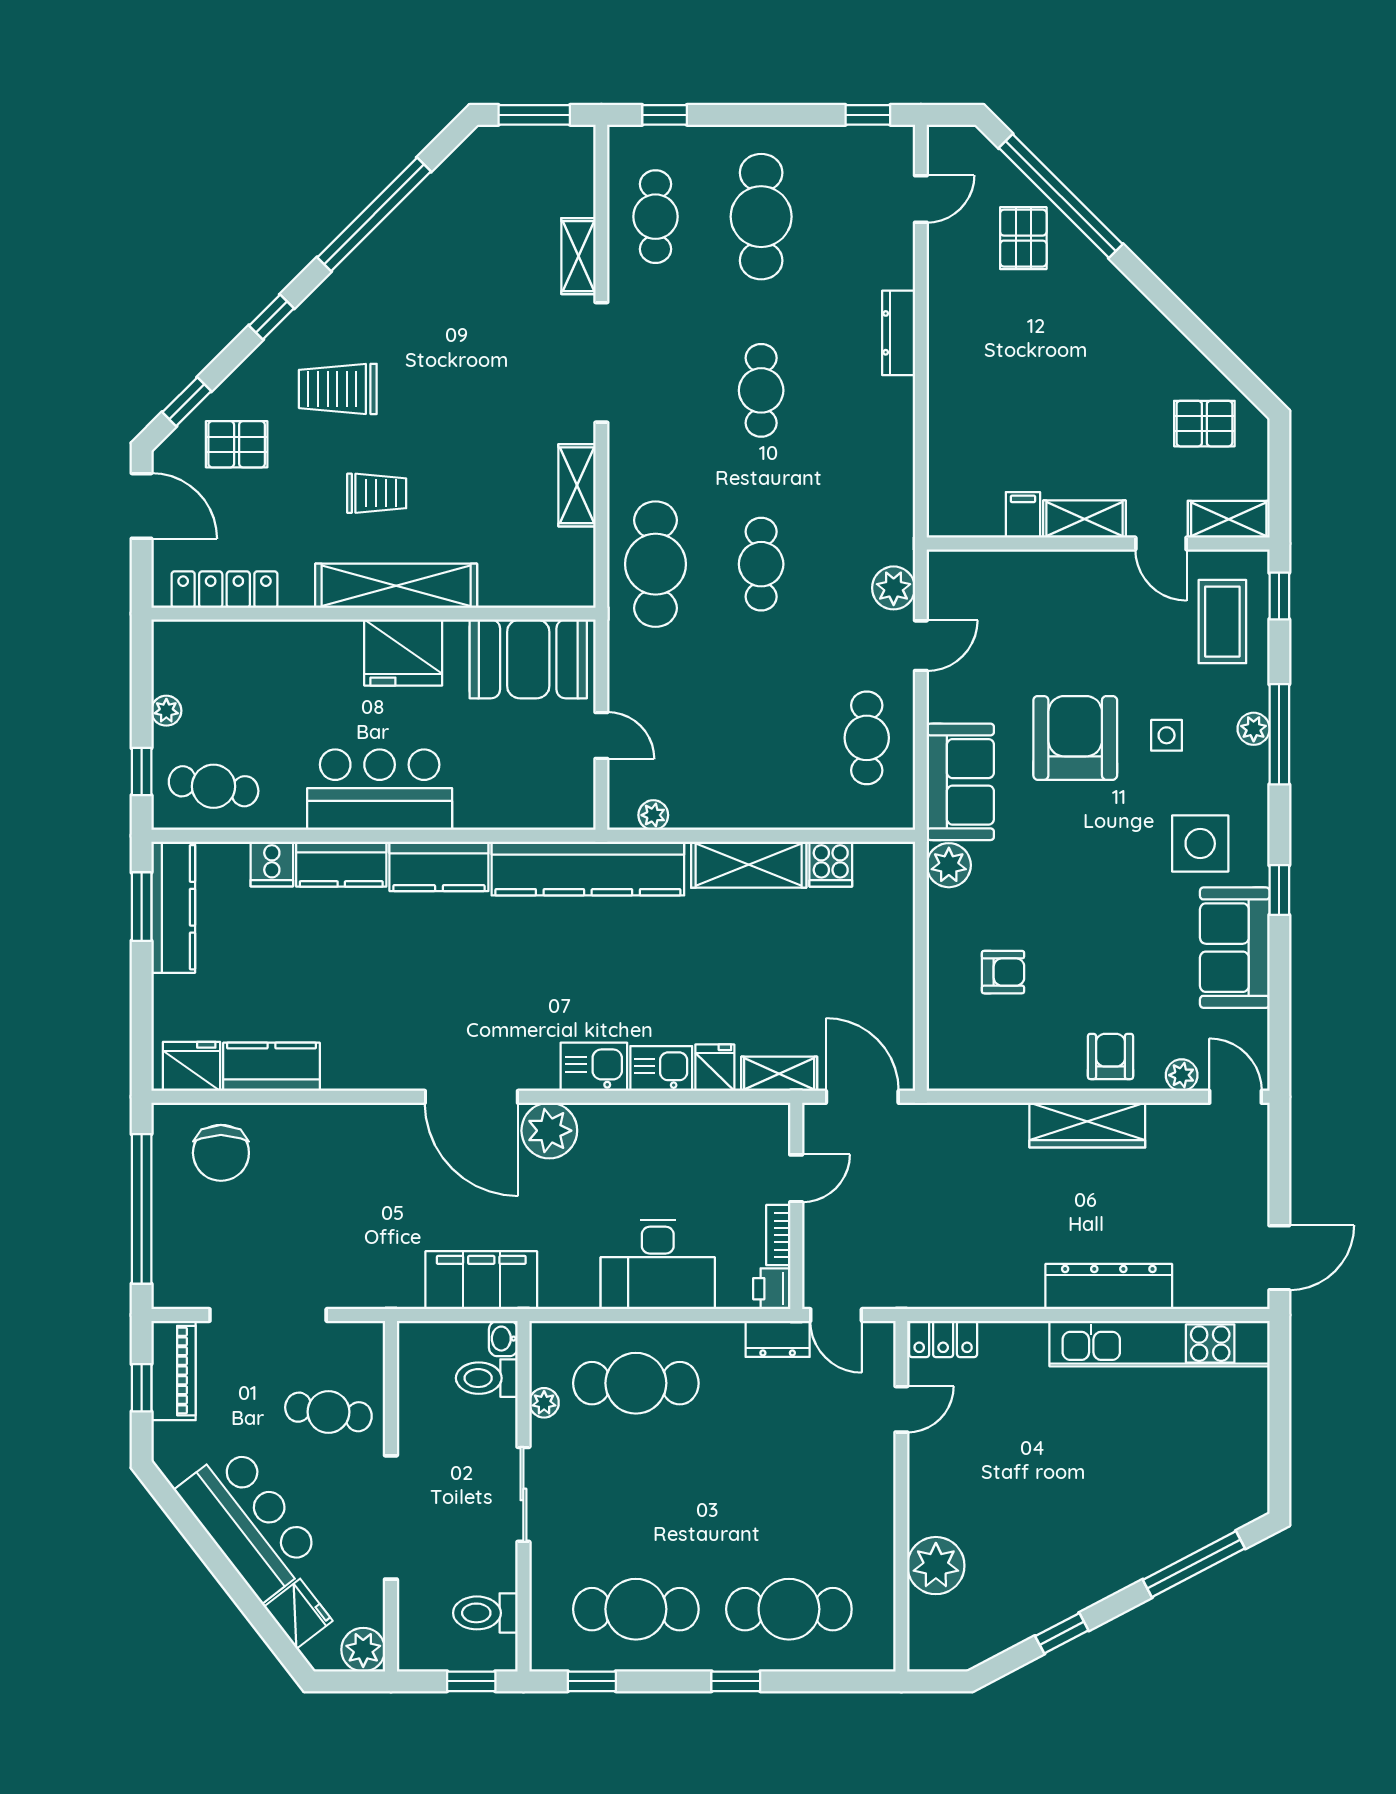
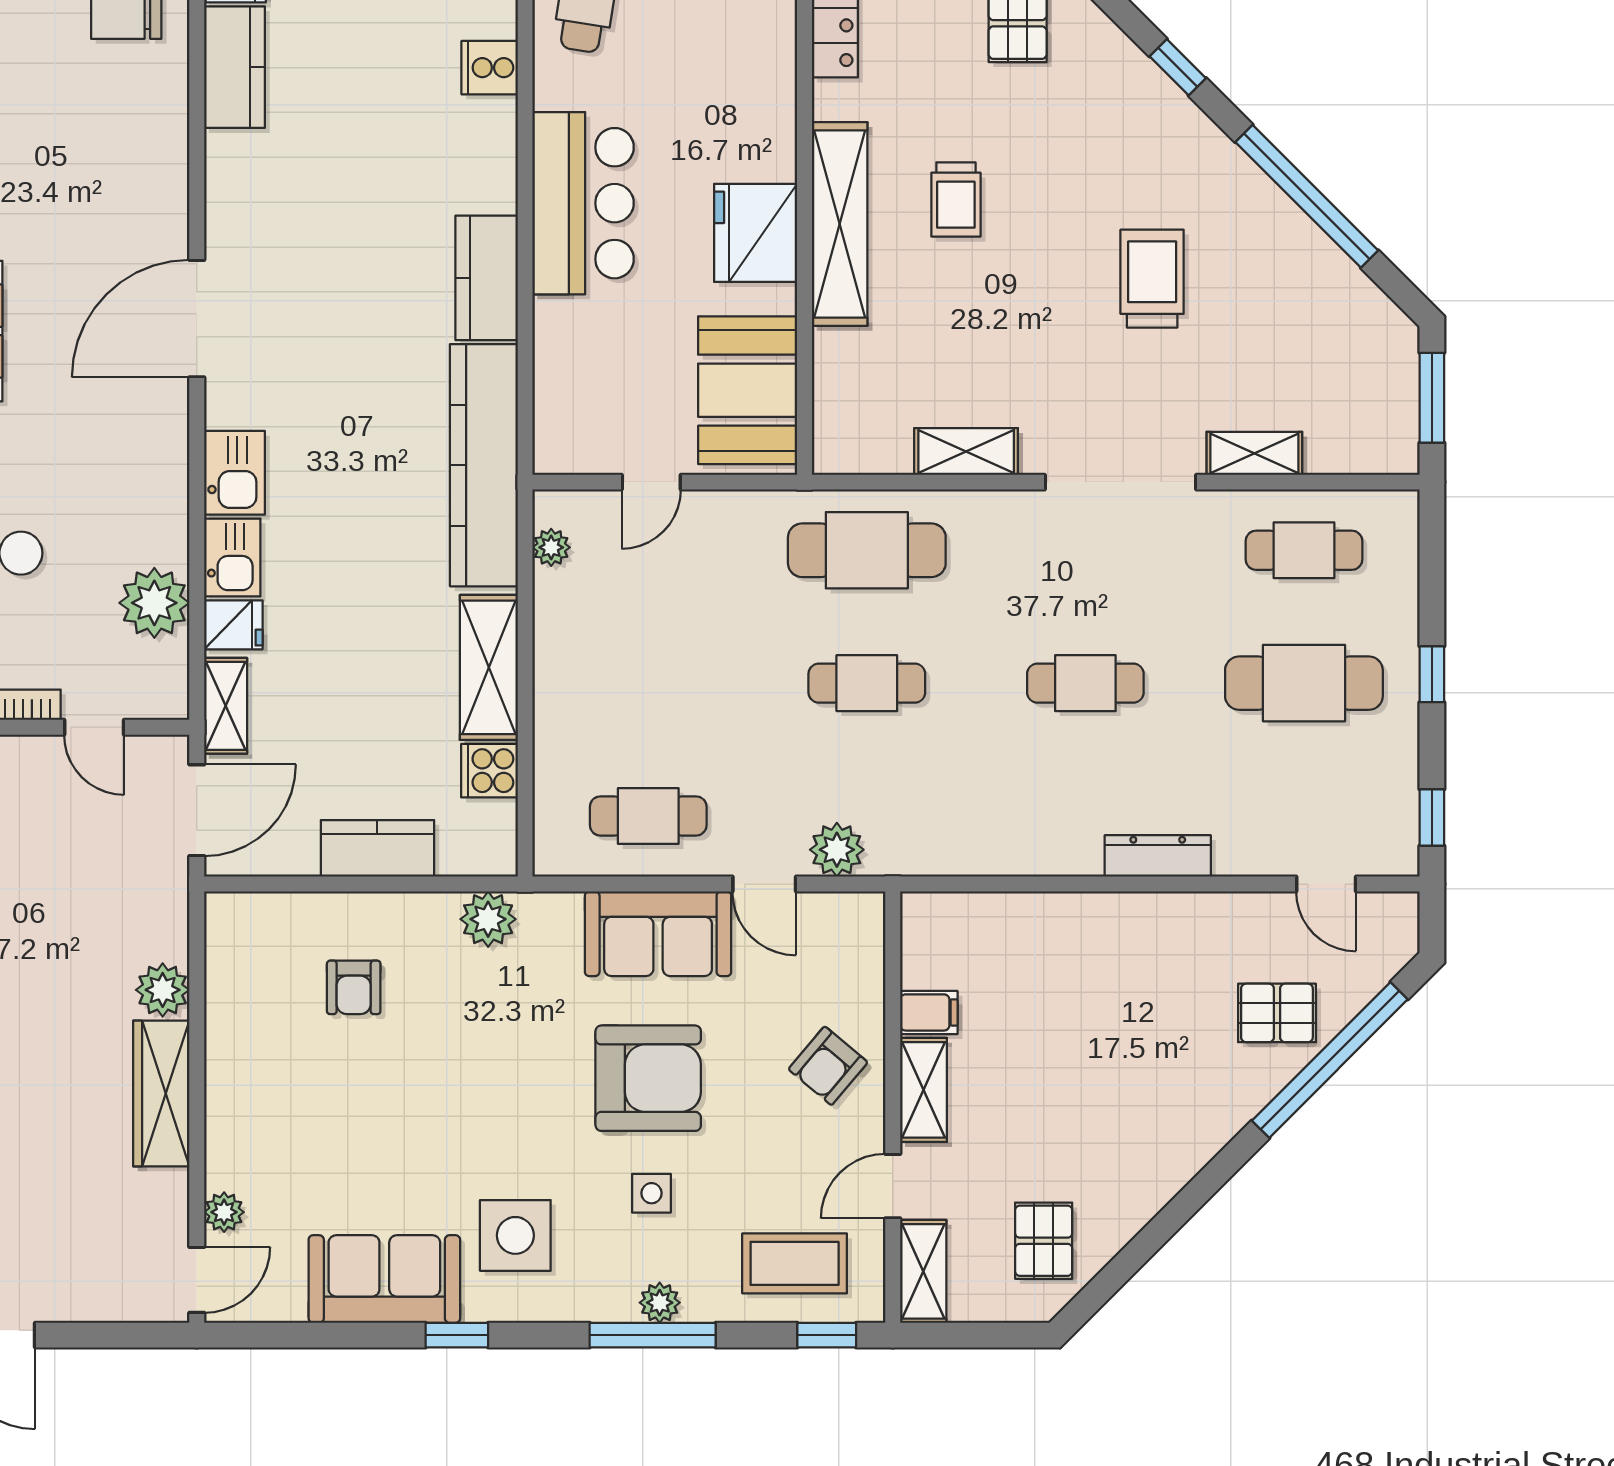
window: (665, 115) -> (1432, 674), moved
trolley: (338, 389) -> (1152, 279), moved
sofa: (960, 782) -> (658, 934), moved
kitchen counter: (341, 864) -> (377, 848), moved, turned 90
armchair: (1110, 1056) -> (828, 1066), moved, turned 130
plant: (1005, 1124) -> (163, 990), added
plant: (549, 1131) -> (154, 603), moved

